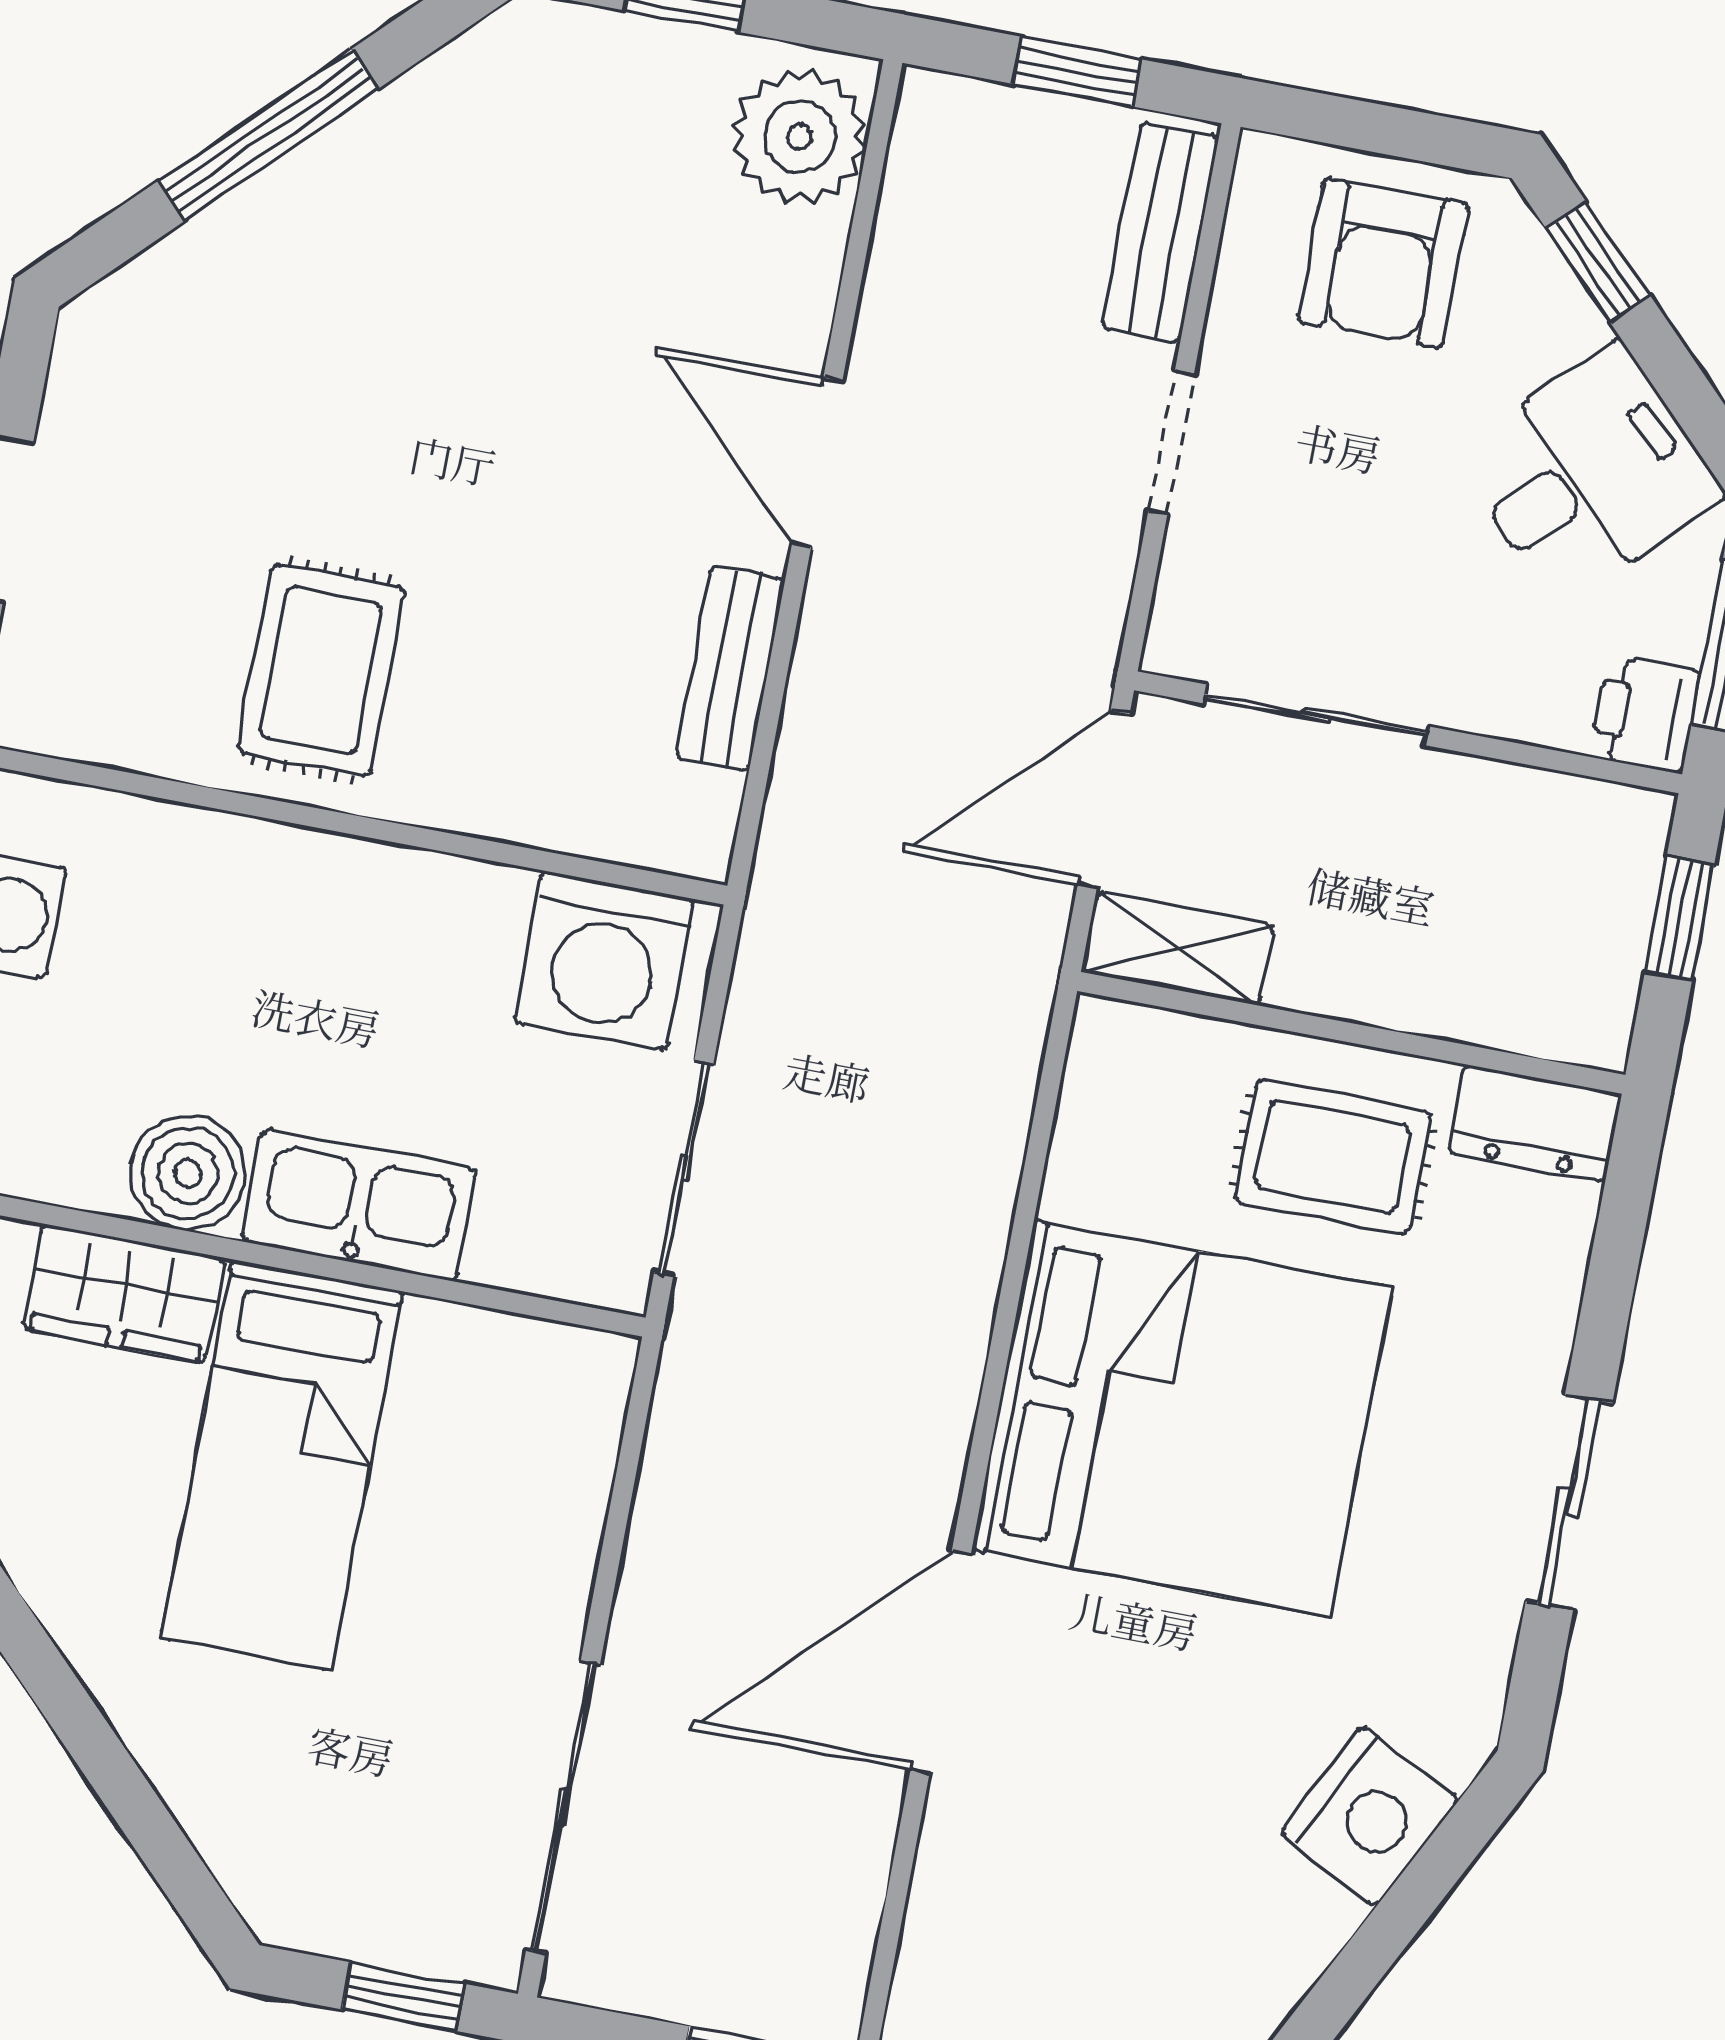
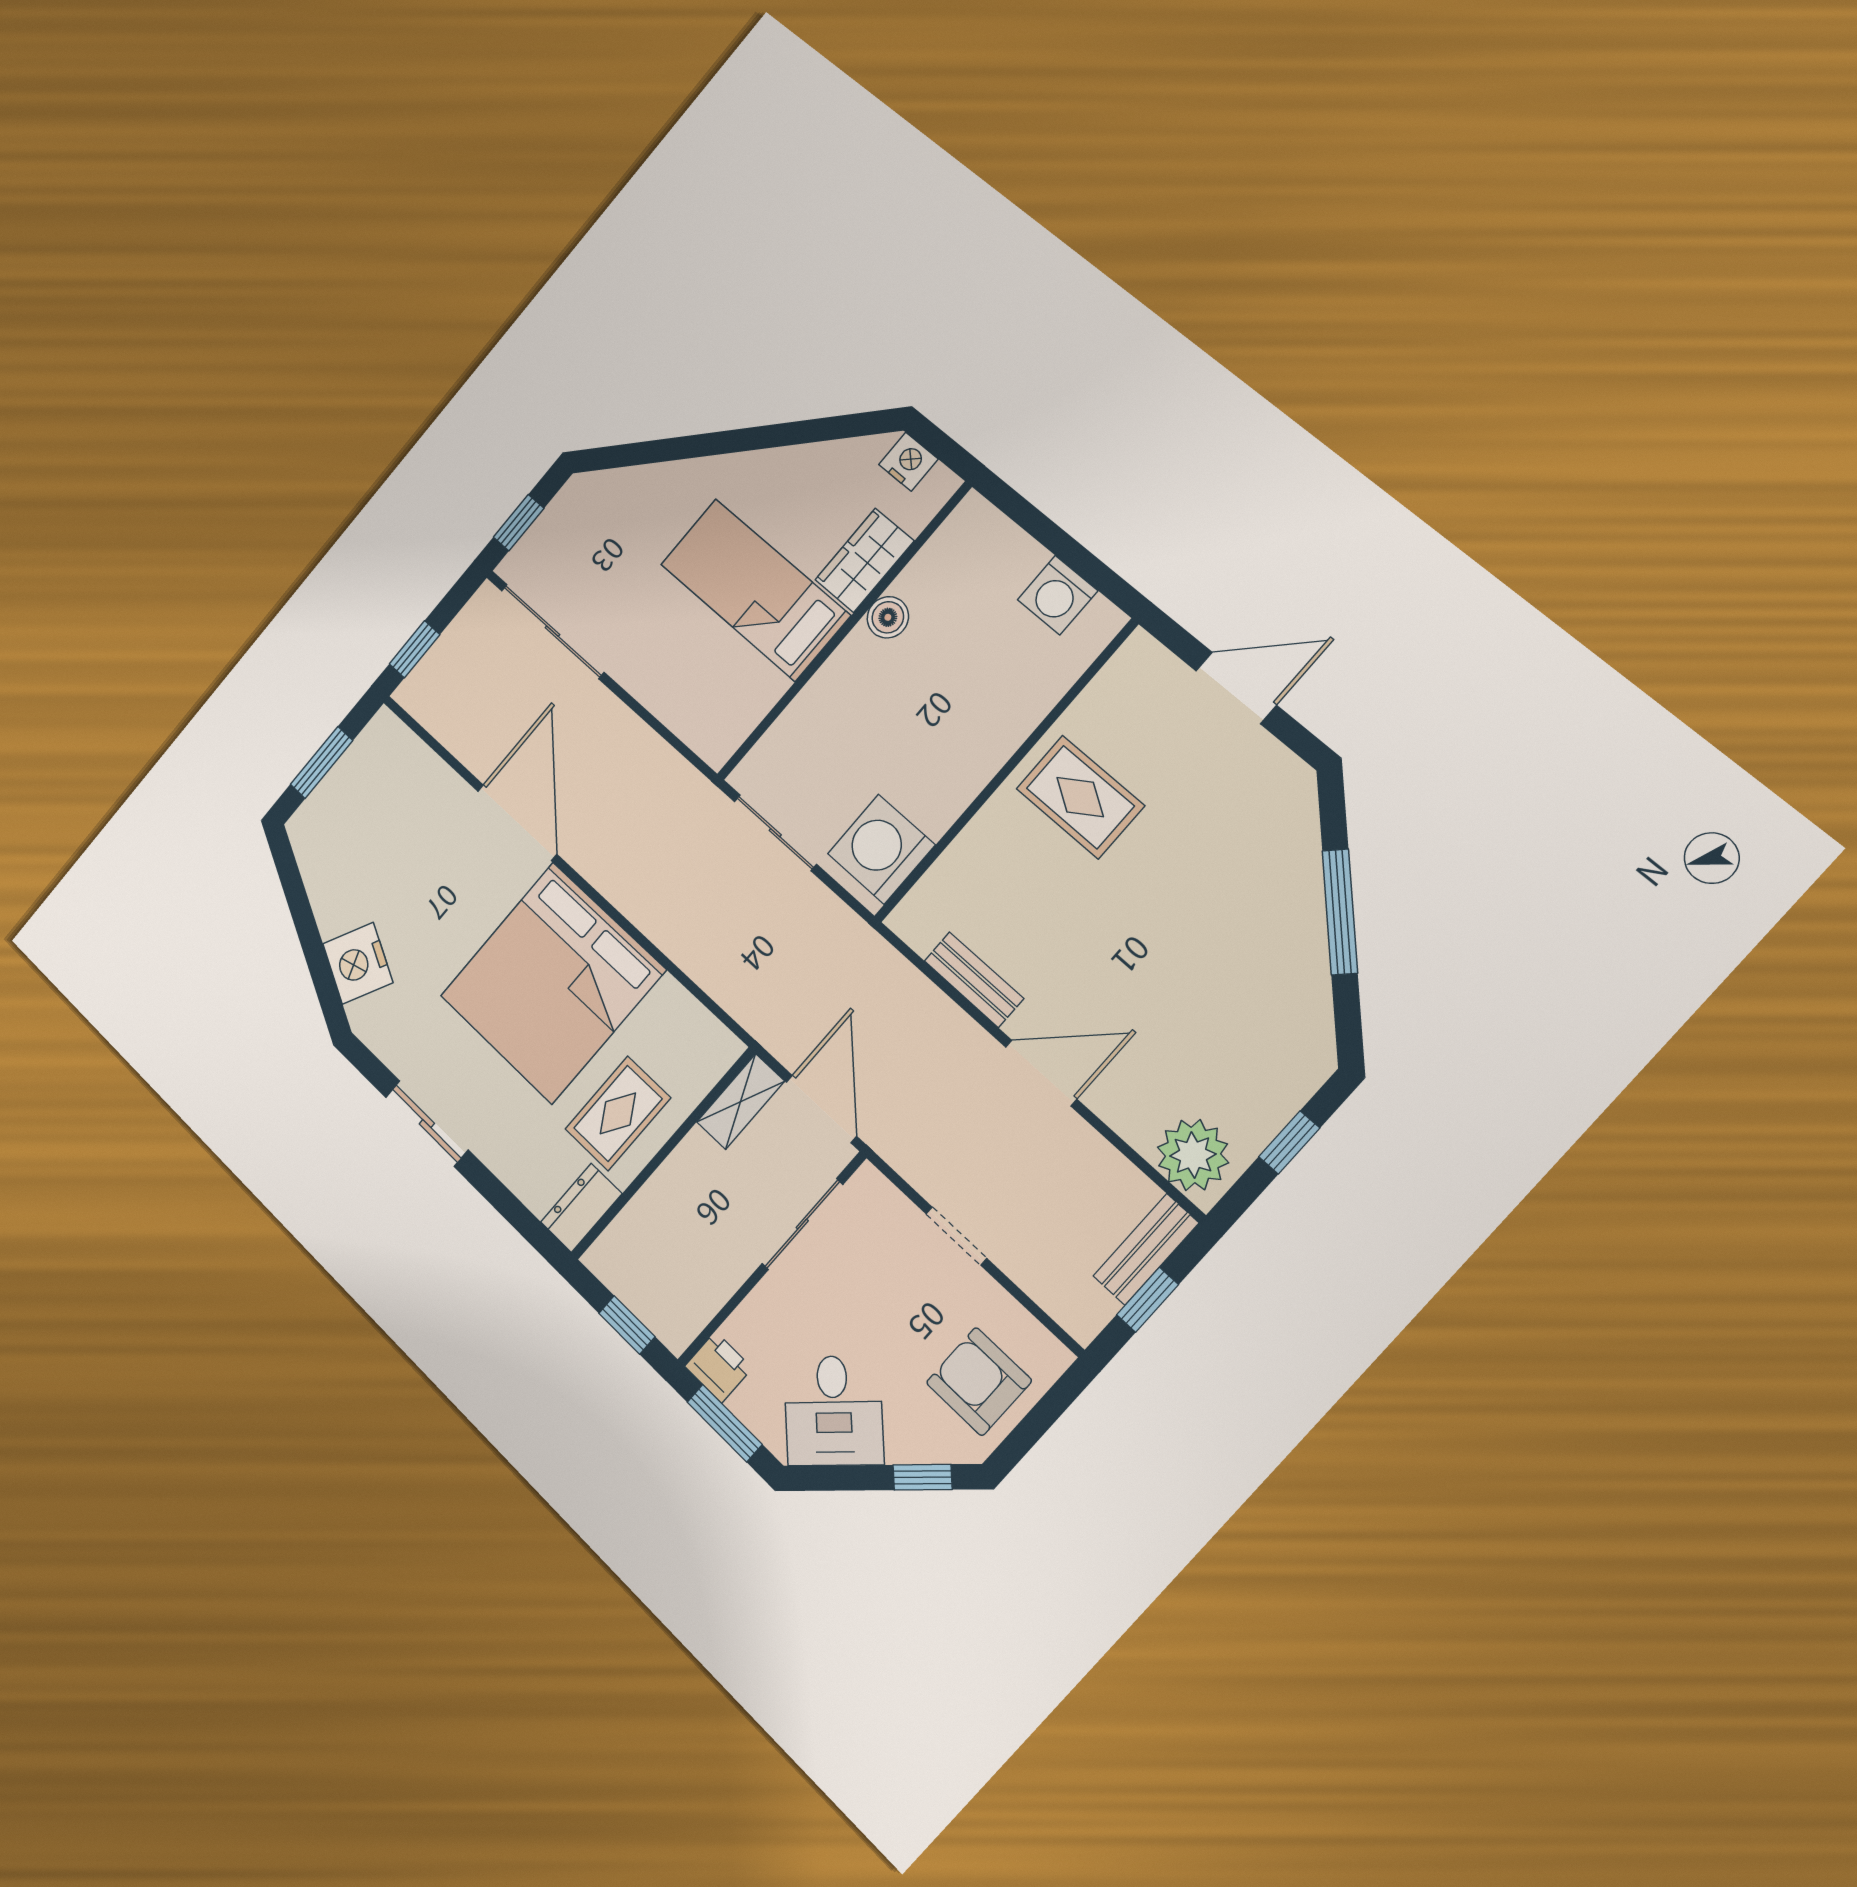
bench: (1160, 233) -> (1146, 1249), moved, turned 90
boiler: (188, 1173) -> (888, 617), width x0.73, depth x0.73
kitchen sink: (359, 1205) -> (842, 683), removed

